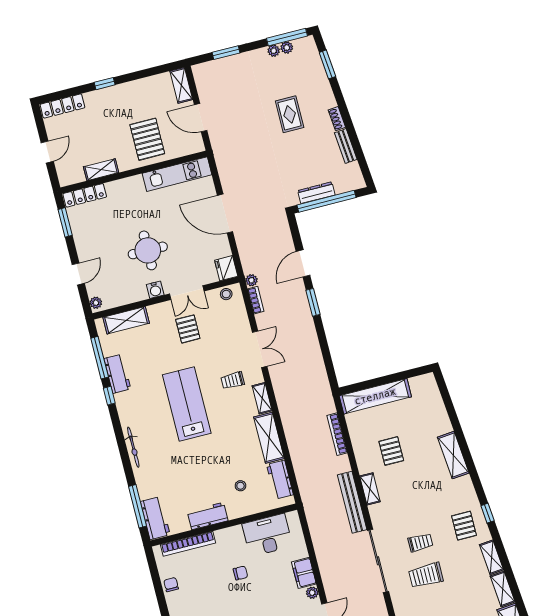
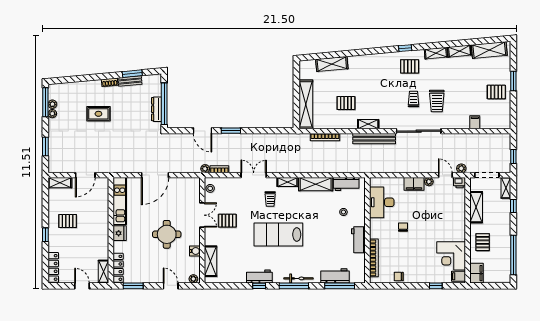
window: (327, 64) -> (132, 74), moved
pallet: (147, 139) -> (68, 221), moved, width x0.67, depth x0.71
shelving: (101, 170) -> (103, 272), moved
fridge: (226, 268) -> (120, 233), moved, turned -90
water cooler: (155, 290) -> (195, 251), moved
window: (100, 358) -> (294, 286), moved
workbench: (117, 374) -> (259, 276), moved
shelving: (453, 455) -> (332, 64), moved
workbench: (155, 518) -> (335, 276), moved

